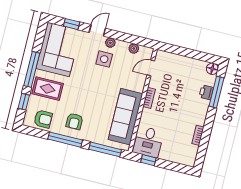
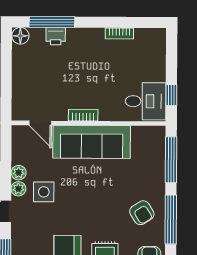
plant: (134, 49) -> (19, 173), moved
sofa: (126, 117) -> (92, 142), moved
armchair: (74, 121) -> (142, 213), turned 58

